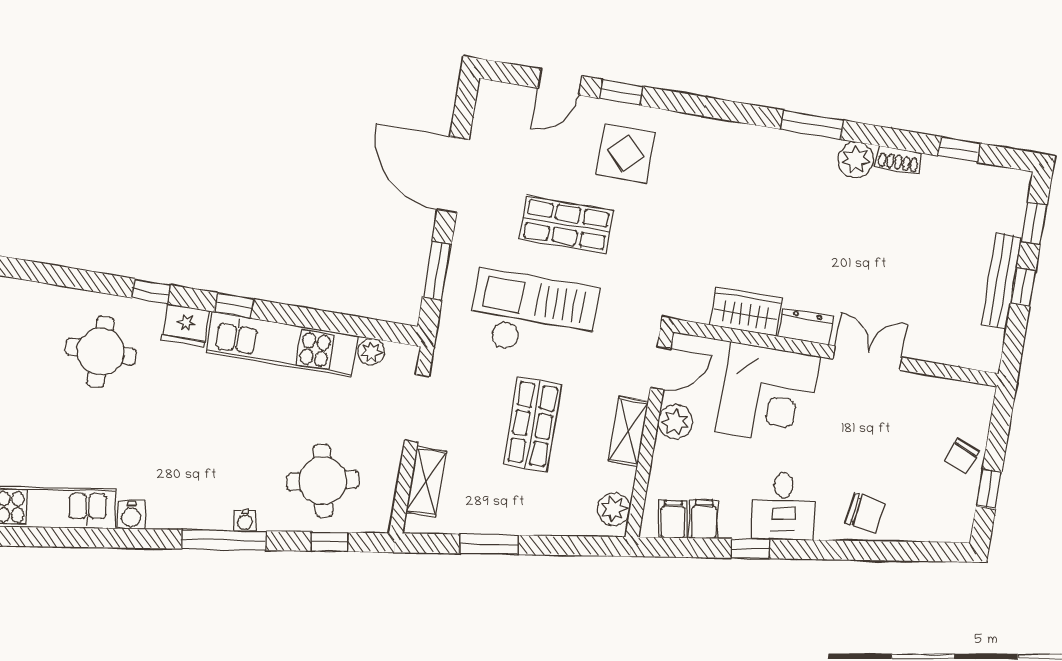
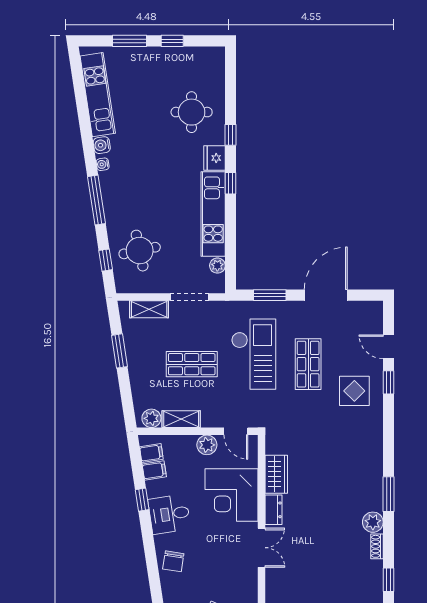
shelving: (628, 431) -> (181, 419), moved
water cooler: (245, 520) -> (103, 164), moved

